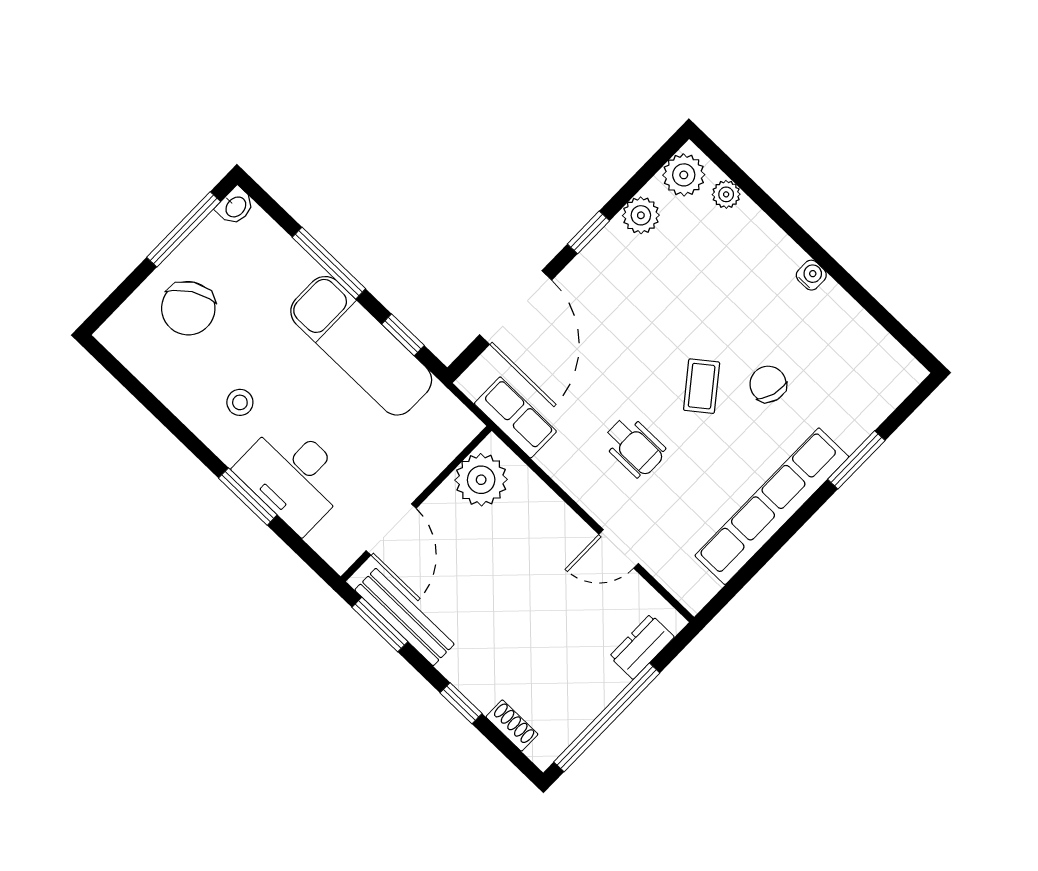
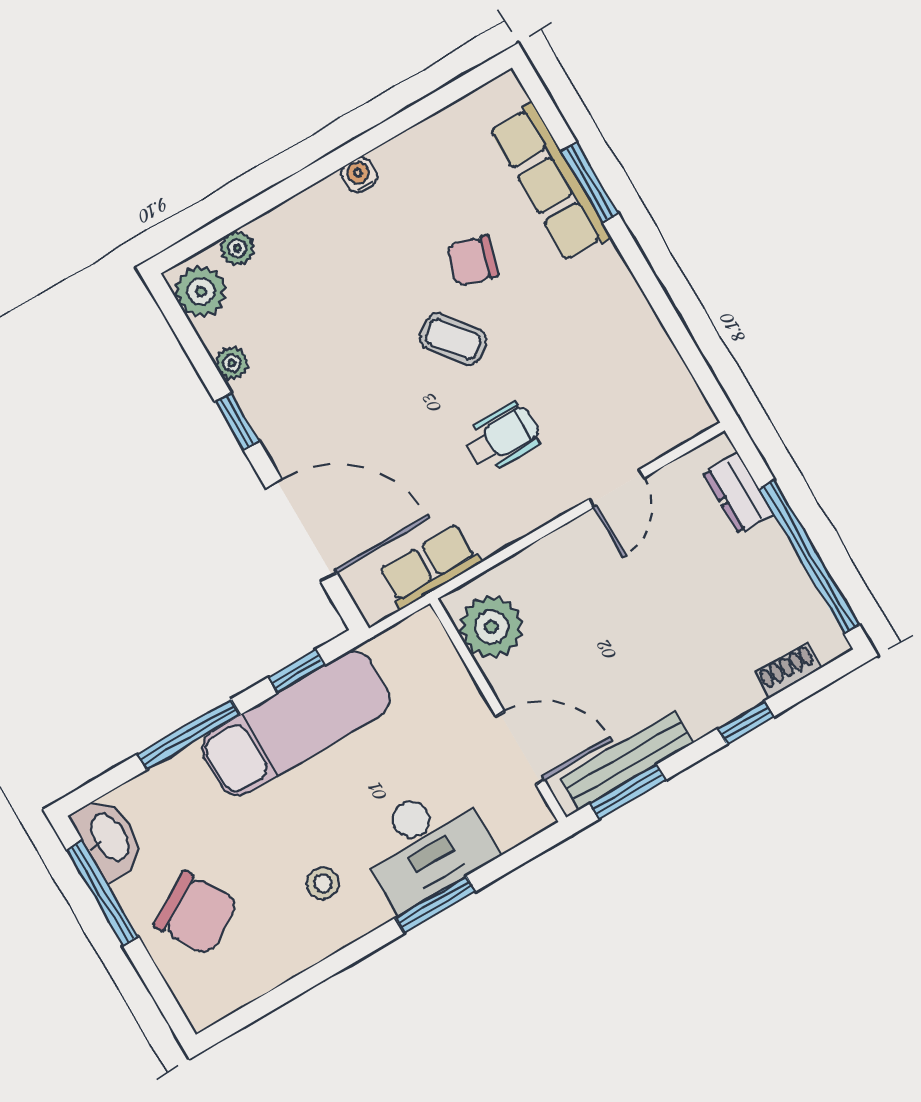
washbasin: (235, 206) -> (109, 838), width x1.91, depth x1.45
plant: (641, 215) -> (232, 363), width x0.73, depth x0.73
row of seats: (772, 506) -> (550, 182), moved, width x0.73

